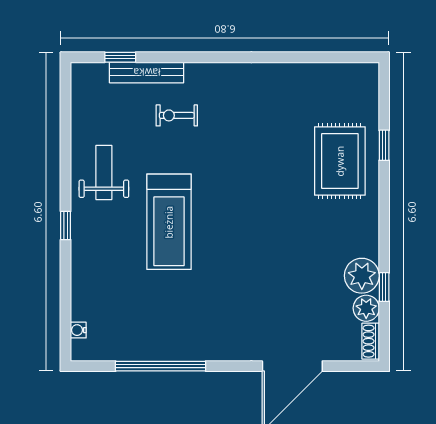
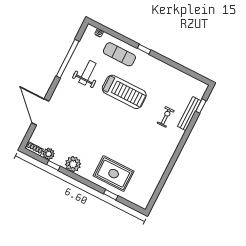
weight bench: (104, 172) -> (87, 73), moved, turned -90
treadmill: (169, 222) -> (124, 92), turned 180
exercise mat: (100, 269) -> (119, 54), added
plant: (362, 276) -> (73, 164), moved

